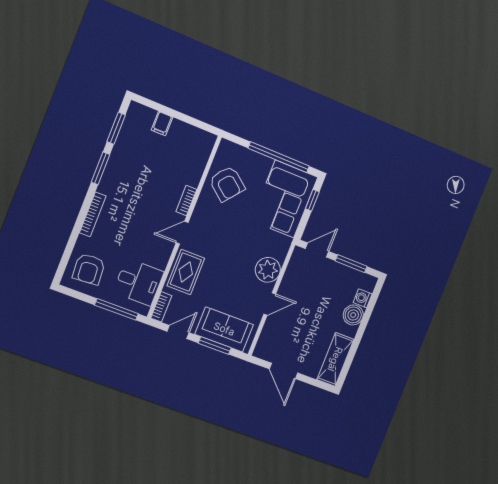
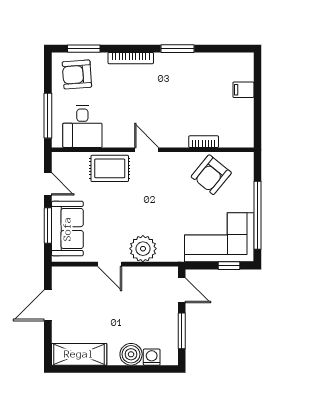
window: (116, 128) -> (84, 49), moved
bookcase: (186, 201) -> (204, 142), moved
bookcase: (161, 307) -> (67, 158), removed

